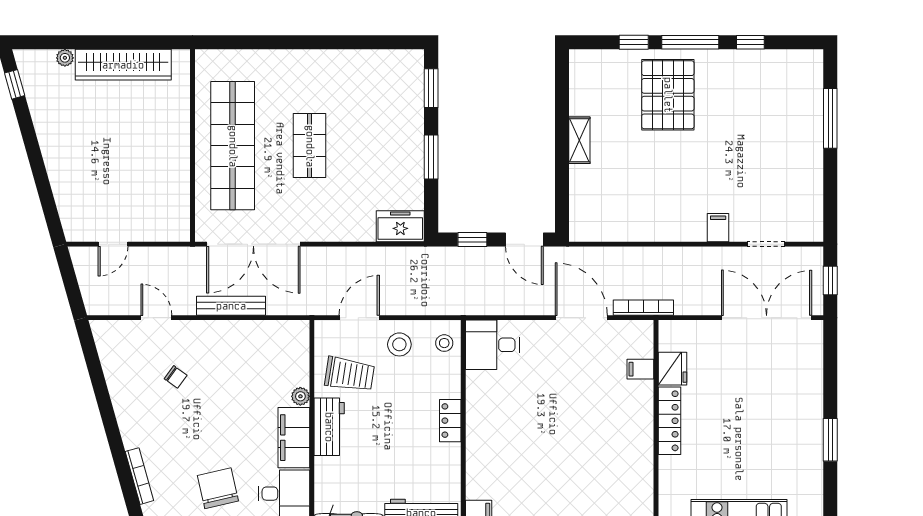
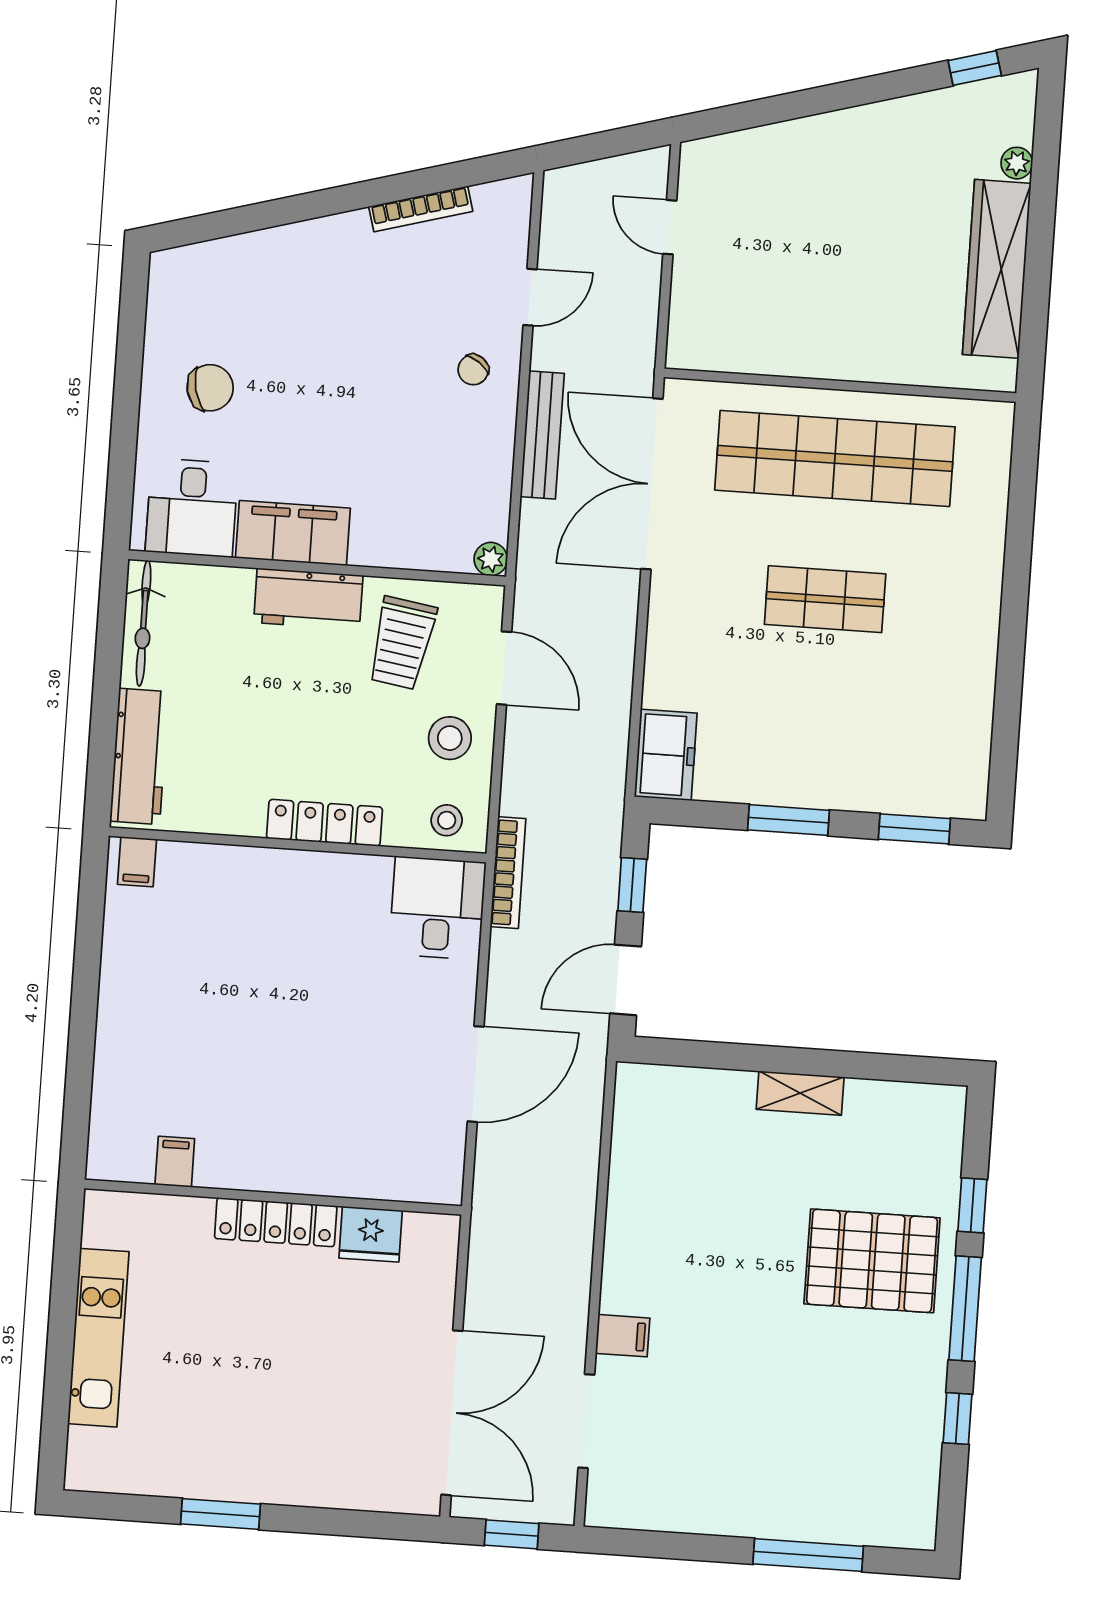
doorway: (766, 244) -> (586, 1421), width x1.38
bookcase: (643, 308) -> (508, 873), moved
filing cabinet: (640, 369) -> (175, 1162), moved
chair: (176, 377) -> (473, 370), moved
plant: (300, 396) -> (491, 559), moved
locker: (450, 421) -> (325, 823), width x1.53
bookcase: (139, 476) -> (421, 209), moved
chair: (218, 488) -> (210, 388), width x0.73, depth x0.73

